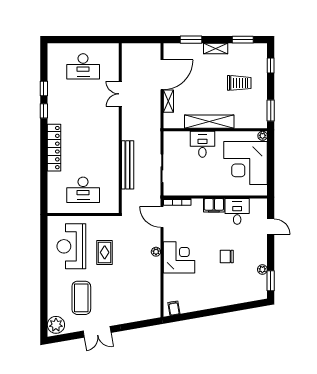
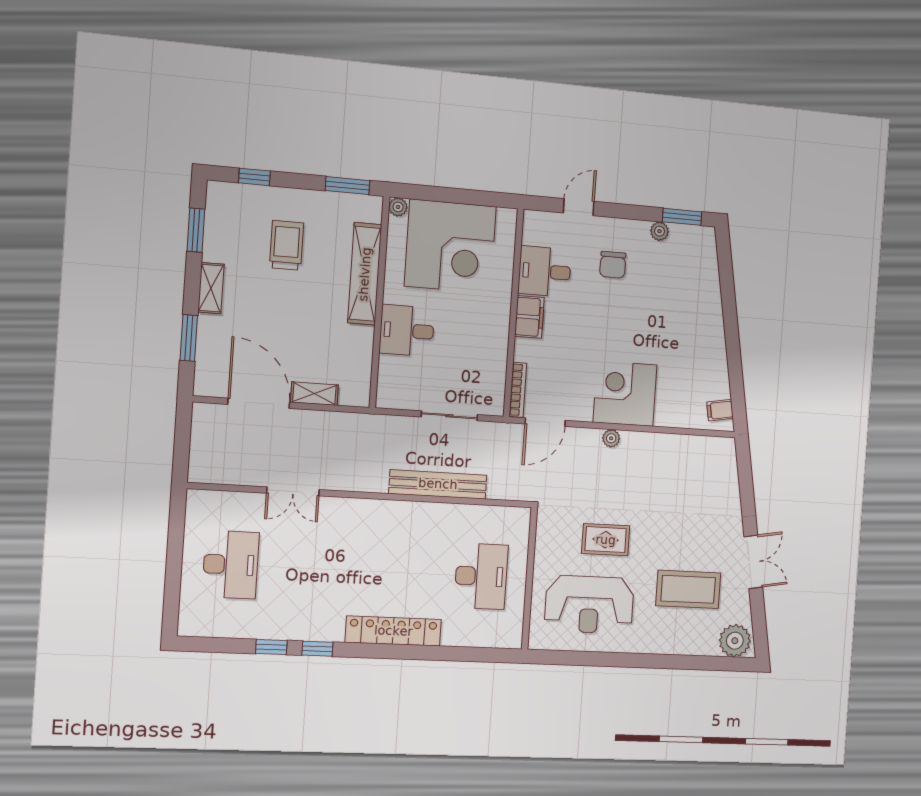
shelving: (209, 122) -> (365, 274), moved
chair: (227, 256) -> (613, 265), moved

